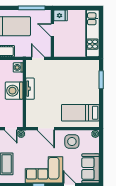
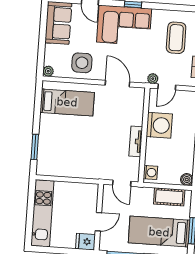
door: (52, 30) -> (98, 222), hinge flipped
washing machine: (14, 91) -> (159, 125), moved
door: (11, 129) -> (167, 87), swing flipped

